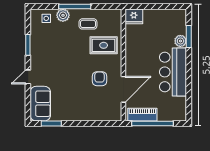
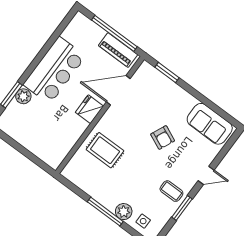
fridge: (134, 16) -> (89, 109), moved, turned -90
coffee table: (88, 24) -> (171, 191), moved
armchair: (99, 79) -> (163, 137), moved, turned -66
sofa: (40, 104) -> (210, 124), moved, turned -90
window: (51, 123) -> (167, 72), moved

